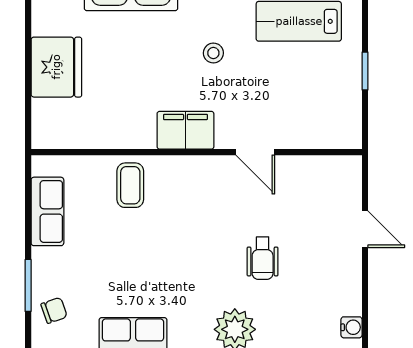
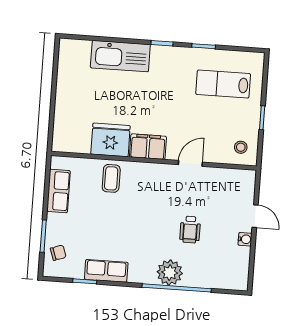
stool: (213, 53) -> (241, 147), moved
fridge: (56, 67) -> (110, 140), moved, turned -90
door: (255, 152) -> (190, 163), swing flipped
water cooler: (351, 327) -> (245, 239), moved

